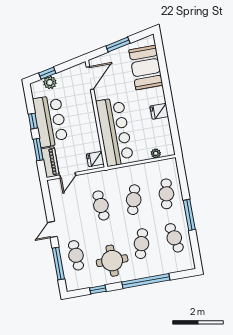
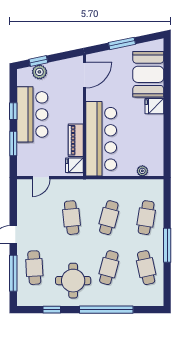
fridge: (159, 111) -> (154, 106), moved
piano: (50, 162) -> (76, 140), moved, turned 180

